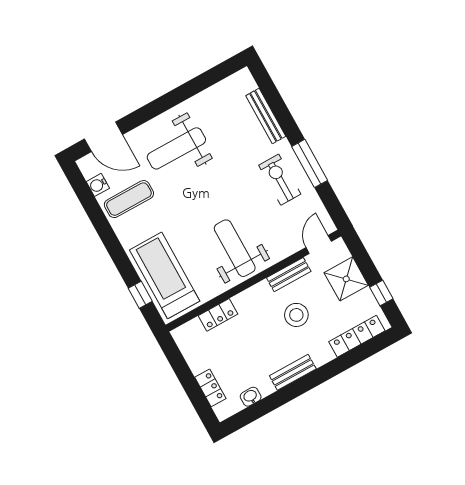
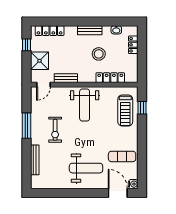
exercise bike: (280, 180) -> (55, 130), moved
water cooler: (98, 185) -> (133, 184), moved
treadmill: (165, 275) -> (125, 111), width x0.73, depth x0.73
locker: (218, 315) -> (110, 78), width x1.53
stool: (296, 315) -> (99, 54), moved

